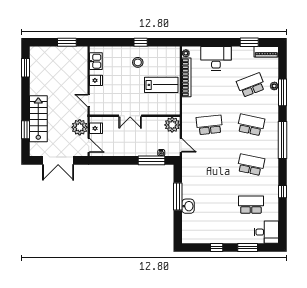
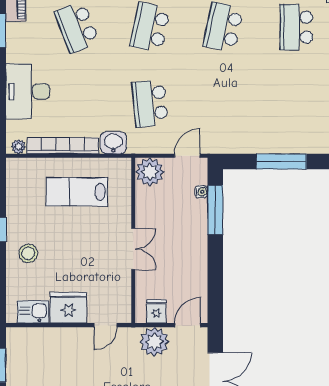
stool: (138, 62) -> (28, 253), moved
fridge: (96, 80) -> (68, 308), width x1.88, depth x1.34
lab bench: (161, 85) -> (77, 192), turned -90
washbasin: (188, 206) -> (113, 143), moved

